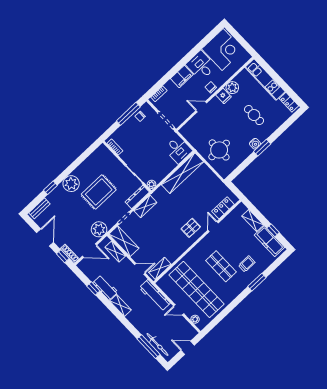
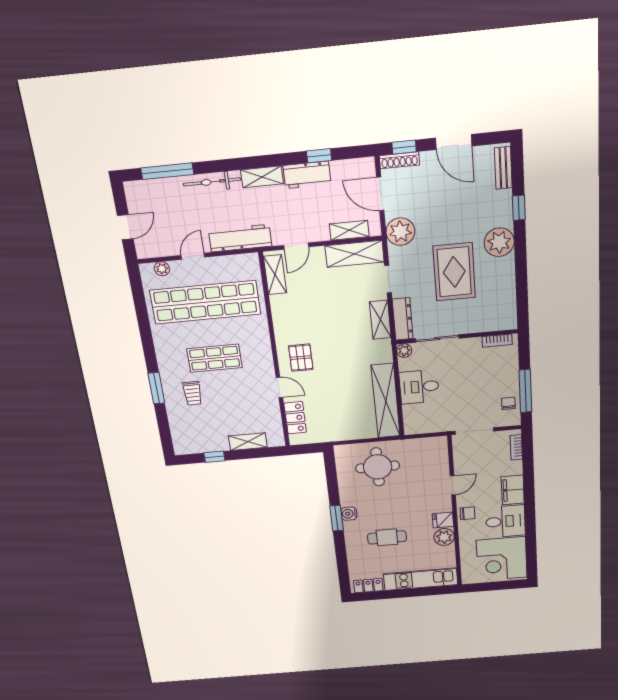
desk: (178, 150) -> (419, 387), moved
freezer: (269, 241) -> (203, 442), removed
door: (90, 251) -> (380, 194), hinge flipped
bicycle: (157, 344) -> (212, 182), moved

